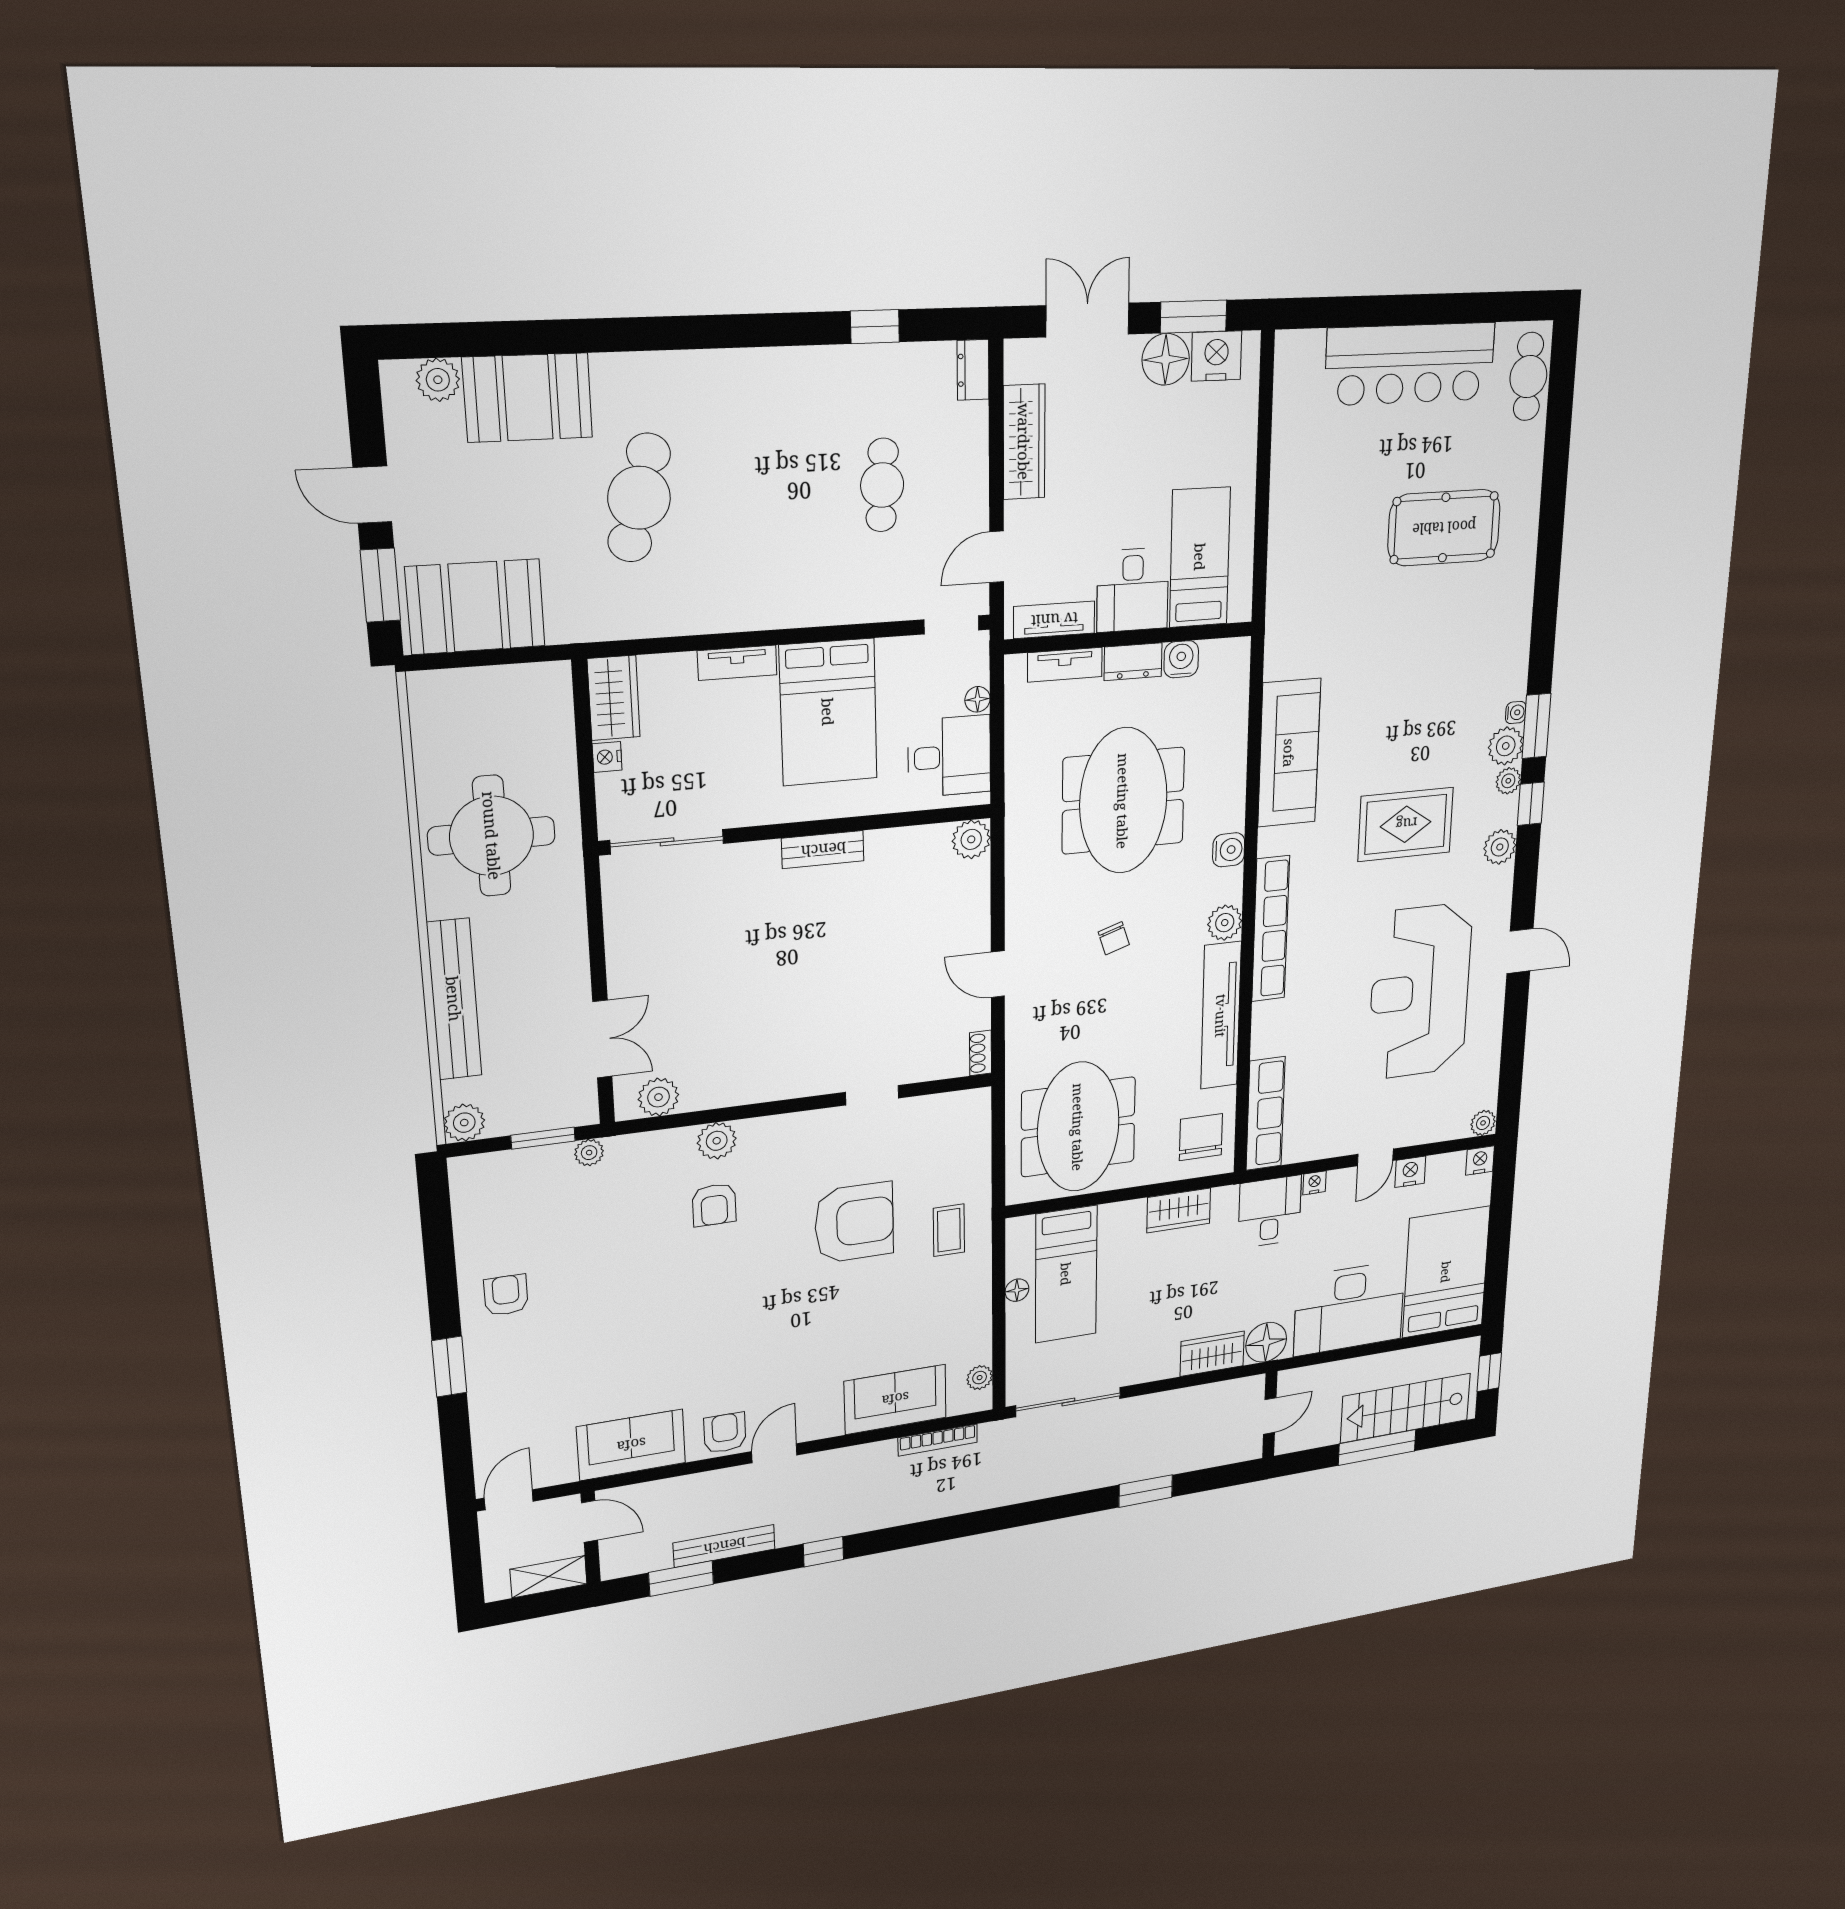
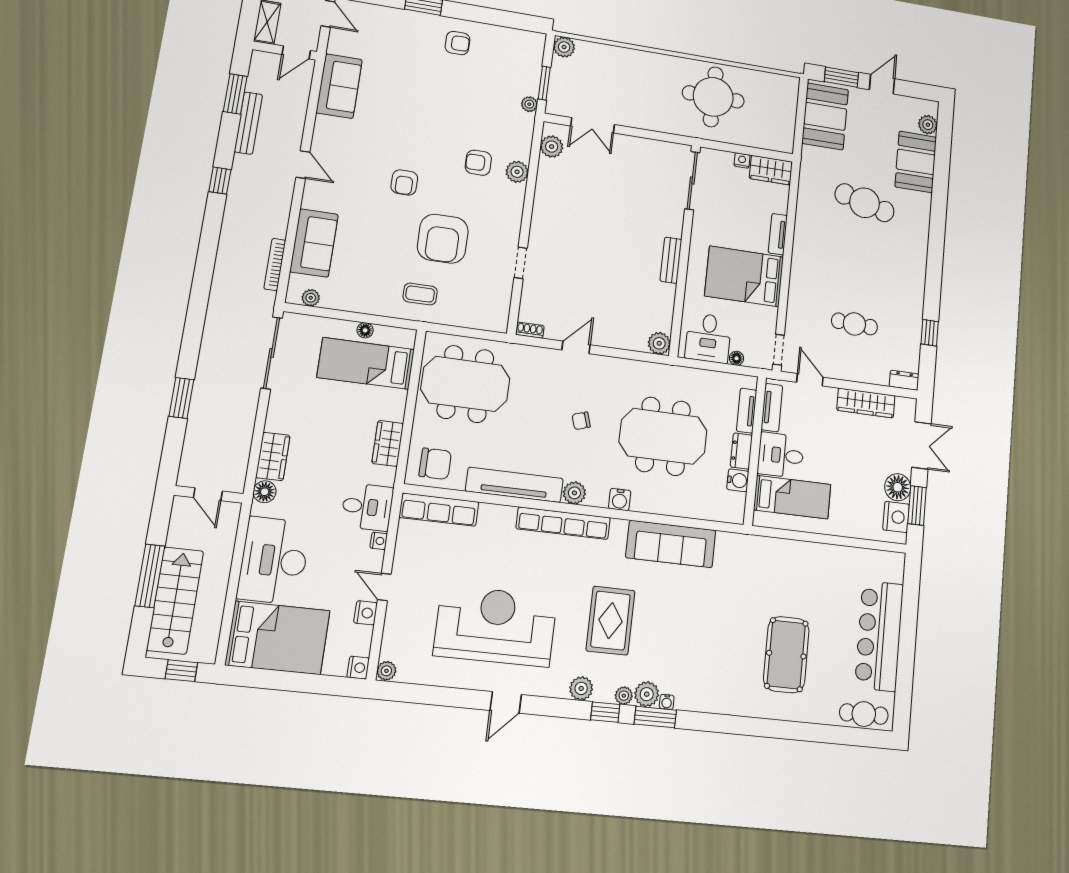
bench: (454, 999) -> (632, 59), removed
floor lamp: (1266, 1342) -> (265, 492), width x0.73, depth x0.73
armchair: (725, 1433) -> (404, 182), moved, turned 90

